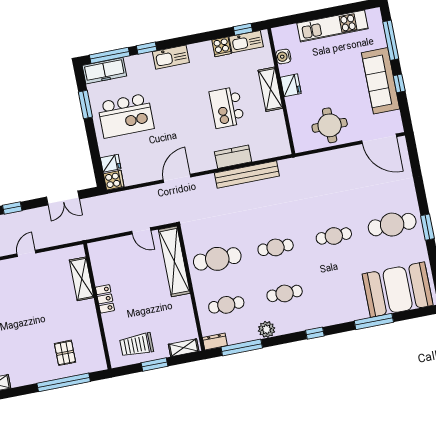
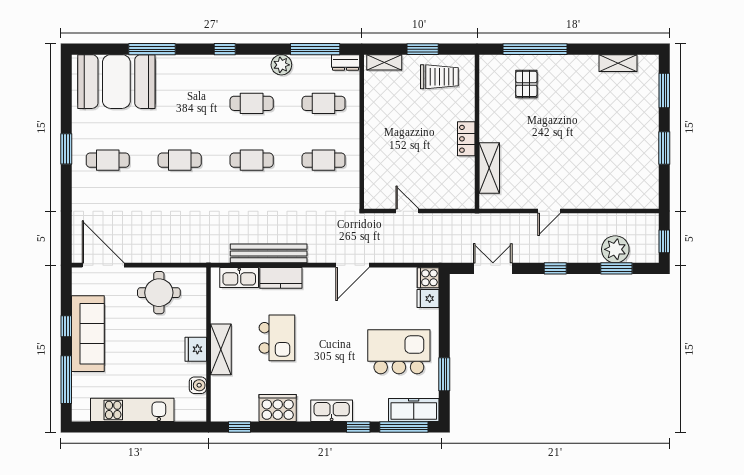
kitchen sink: (246, 42) -> (239, 277), moved, turned 180
cooker: (221, 47) -> (278, 408), width x1.87, depth x1.31
cafe table: (392, 225) -> (108, 160), width x0.73, depth x0.74
cafe table: (217, 259) -> (324, 160), width x0.73, depth x0.74
shelving: (174, 261) -> (375, 167), removed

